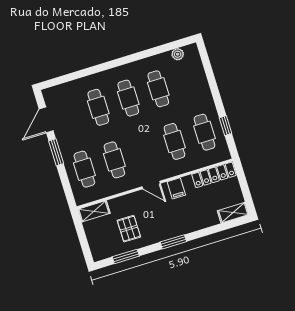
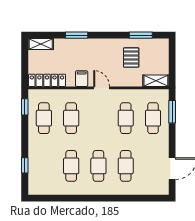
plant: (178, 54) -> (46, 190), removed
window: (210, 74) -> (25, 165), added
window: (226, 126) -> (25, 107), moved
window: (56, 152) -> (172, 112), moved
window: (173, 242) -> (77, 35), moved

